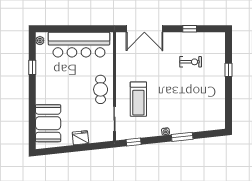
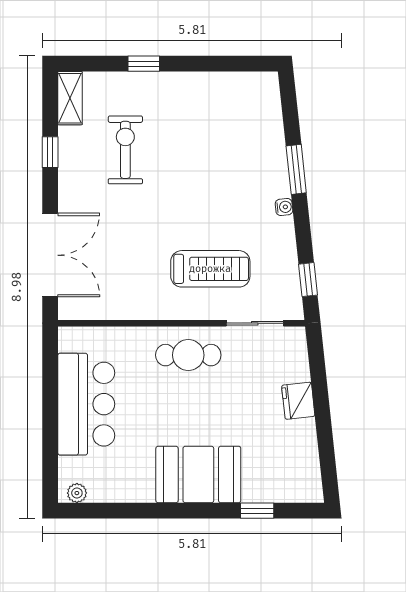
shelving: (213, 37) -> (70, 98), added
bar counter: (79, 45) -> (86, 404), width x0.73
exercise bike: (191, 62) -> (125, 150), width x1.38, depth x1.39
window: (32, 67) -> (257, 511), moved
booth: (48, 123) -> (198, 474), moved

